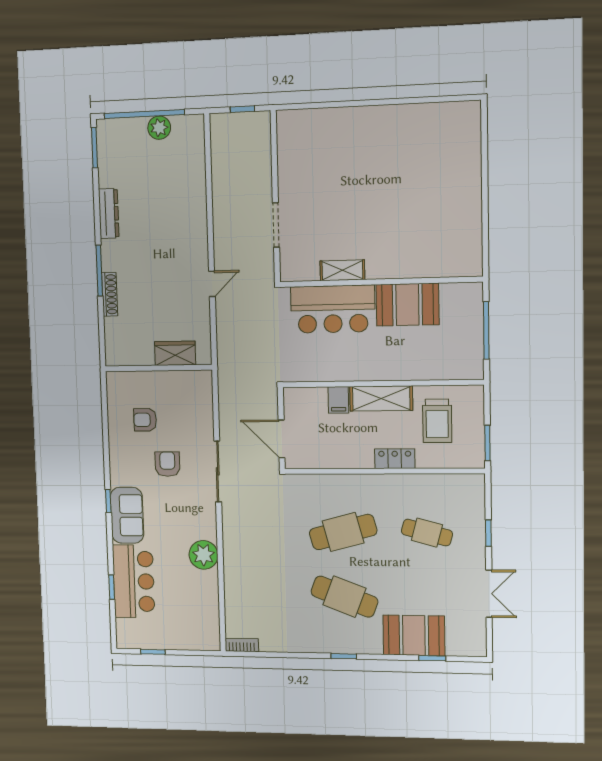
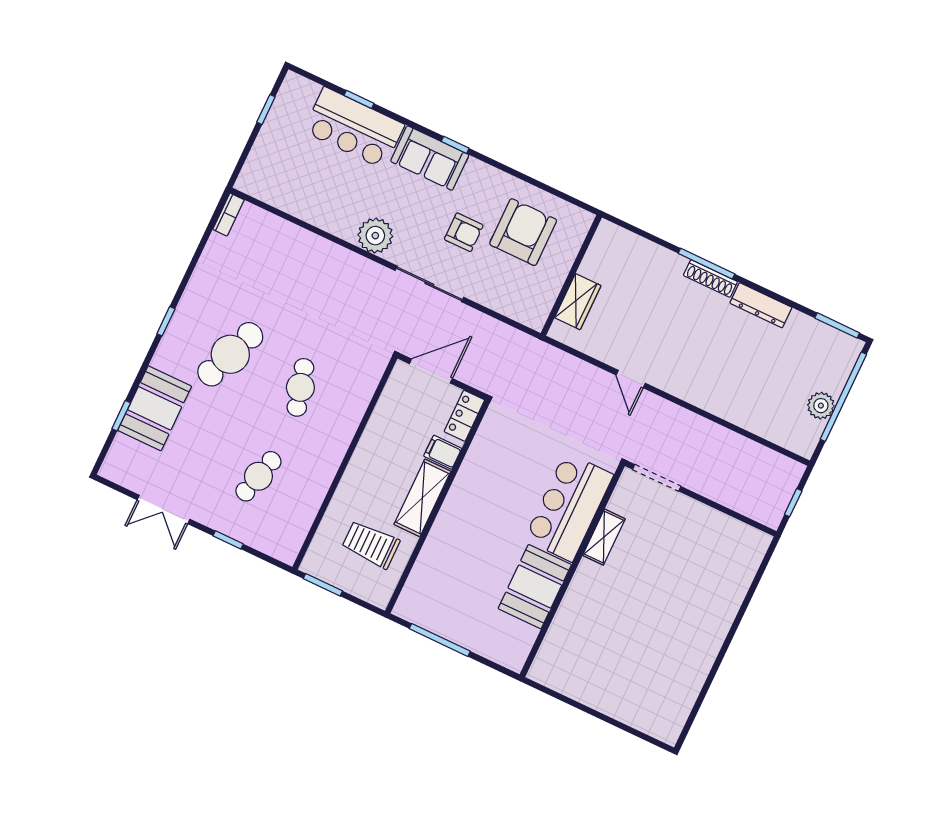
shelving: (342, 270) -> (604, 537), moved
wall: (380, 282) -> (572, 570), moved
shoe rack: (110, 294) -> (710, 278), moved
booth: (407, 305) -> (535, 587), moved
bar counter: (333, 309) -> (569, 507), moved
armchair: (145, 420) -> (523, 232), width x1.88, depth x1.88
locker: (395, 459) -> (464, 416), moved, turned 180
cafe table: (343, 532) -> (300, 387), width x0.73, depth x0.74
plant: (204, 555) -> (375, 236), moved

